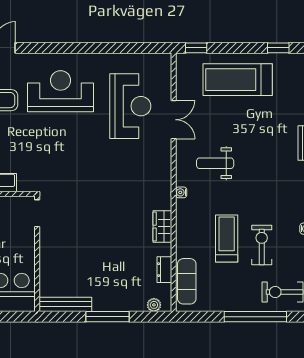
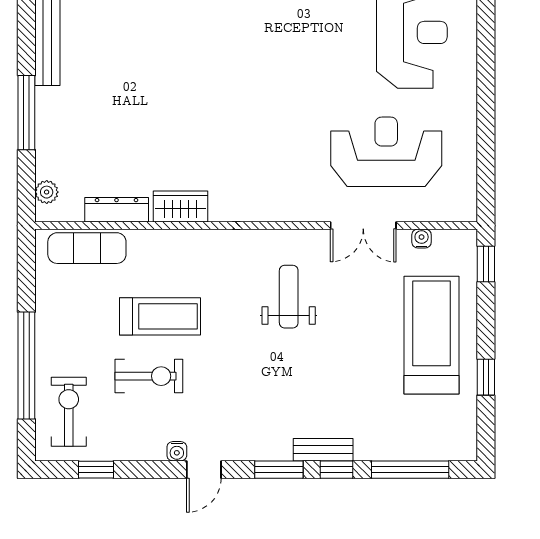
window: (278, 48) -> (486, 377), moved
reception desk: (130, 106) -> (386, 152), turned 180
water cooler: (181, 192) -> (422, 239), moved
dresser: (164, 270) -> (117, 210), width x1.44

